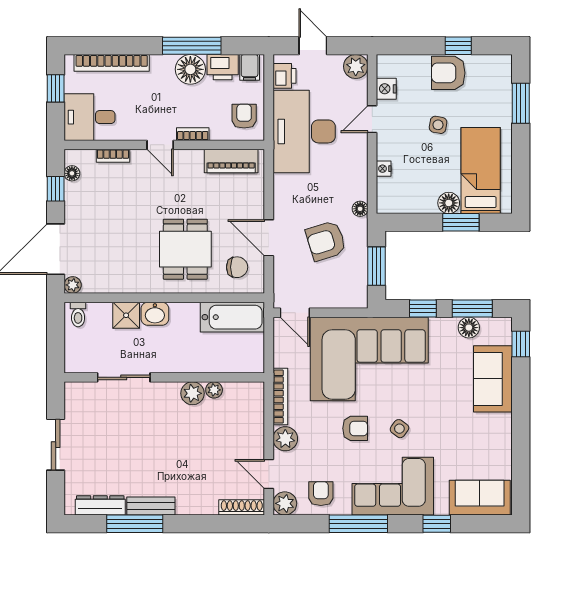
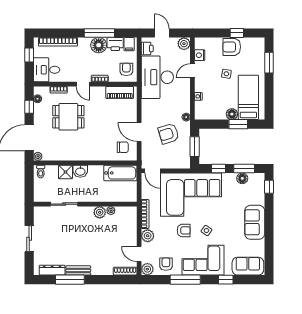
dining table: (185, 249) -> (68, 117), moved, turned 90
sofa: (493, 379) -> (255, 222), moved

